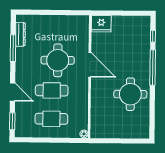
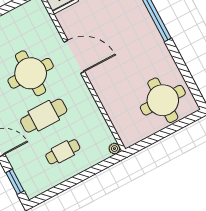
round table: (130, 94) -> (163, 100), moved
cafe table: (51, 119) -> (63, 152), width x0.73, depth x0.74

